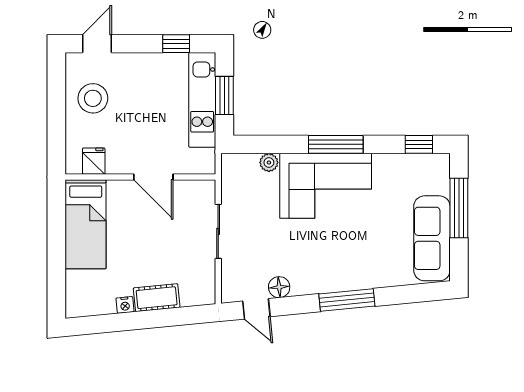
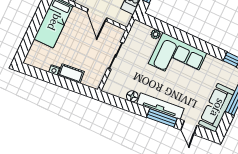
window: (336, 144) -> (192, 41), removed
tv unit: (335, 281) -> (160, 106), added
door: (256, 309) -> (189, 128), moved

